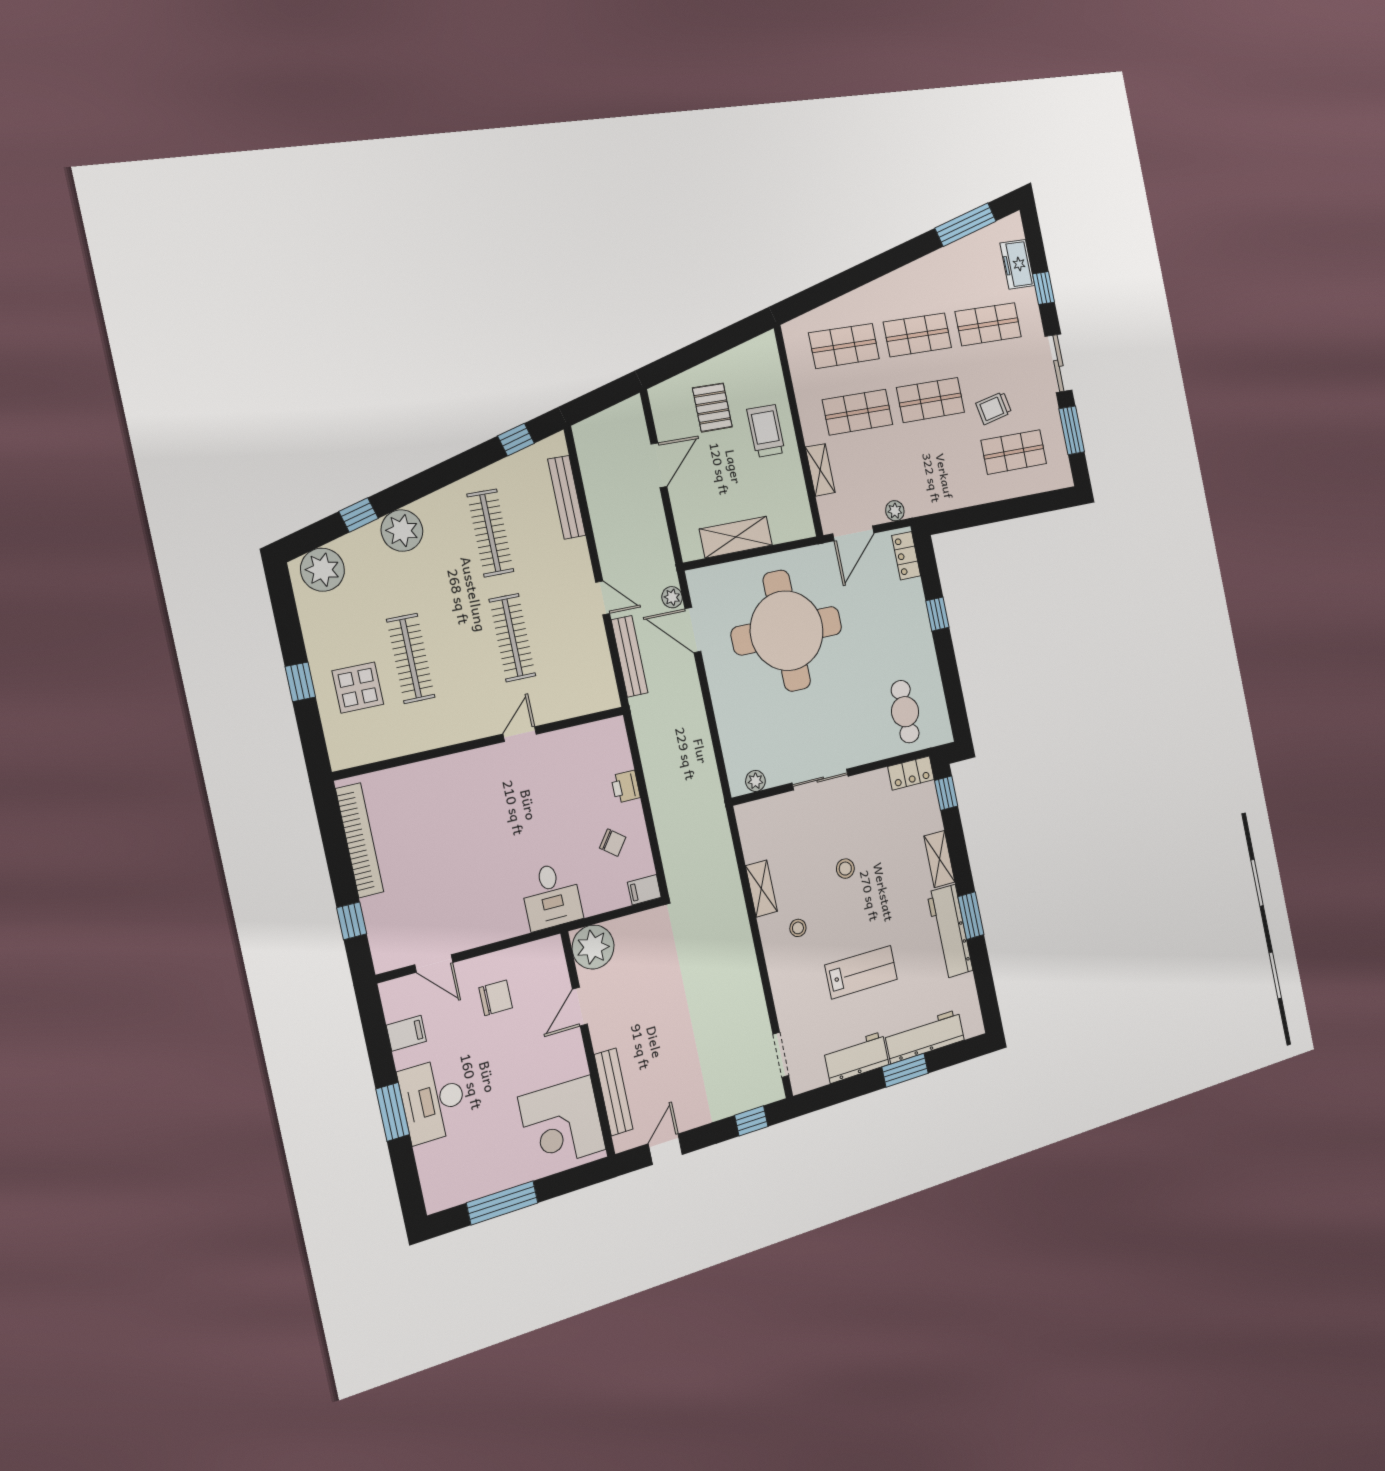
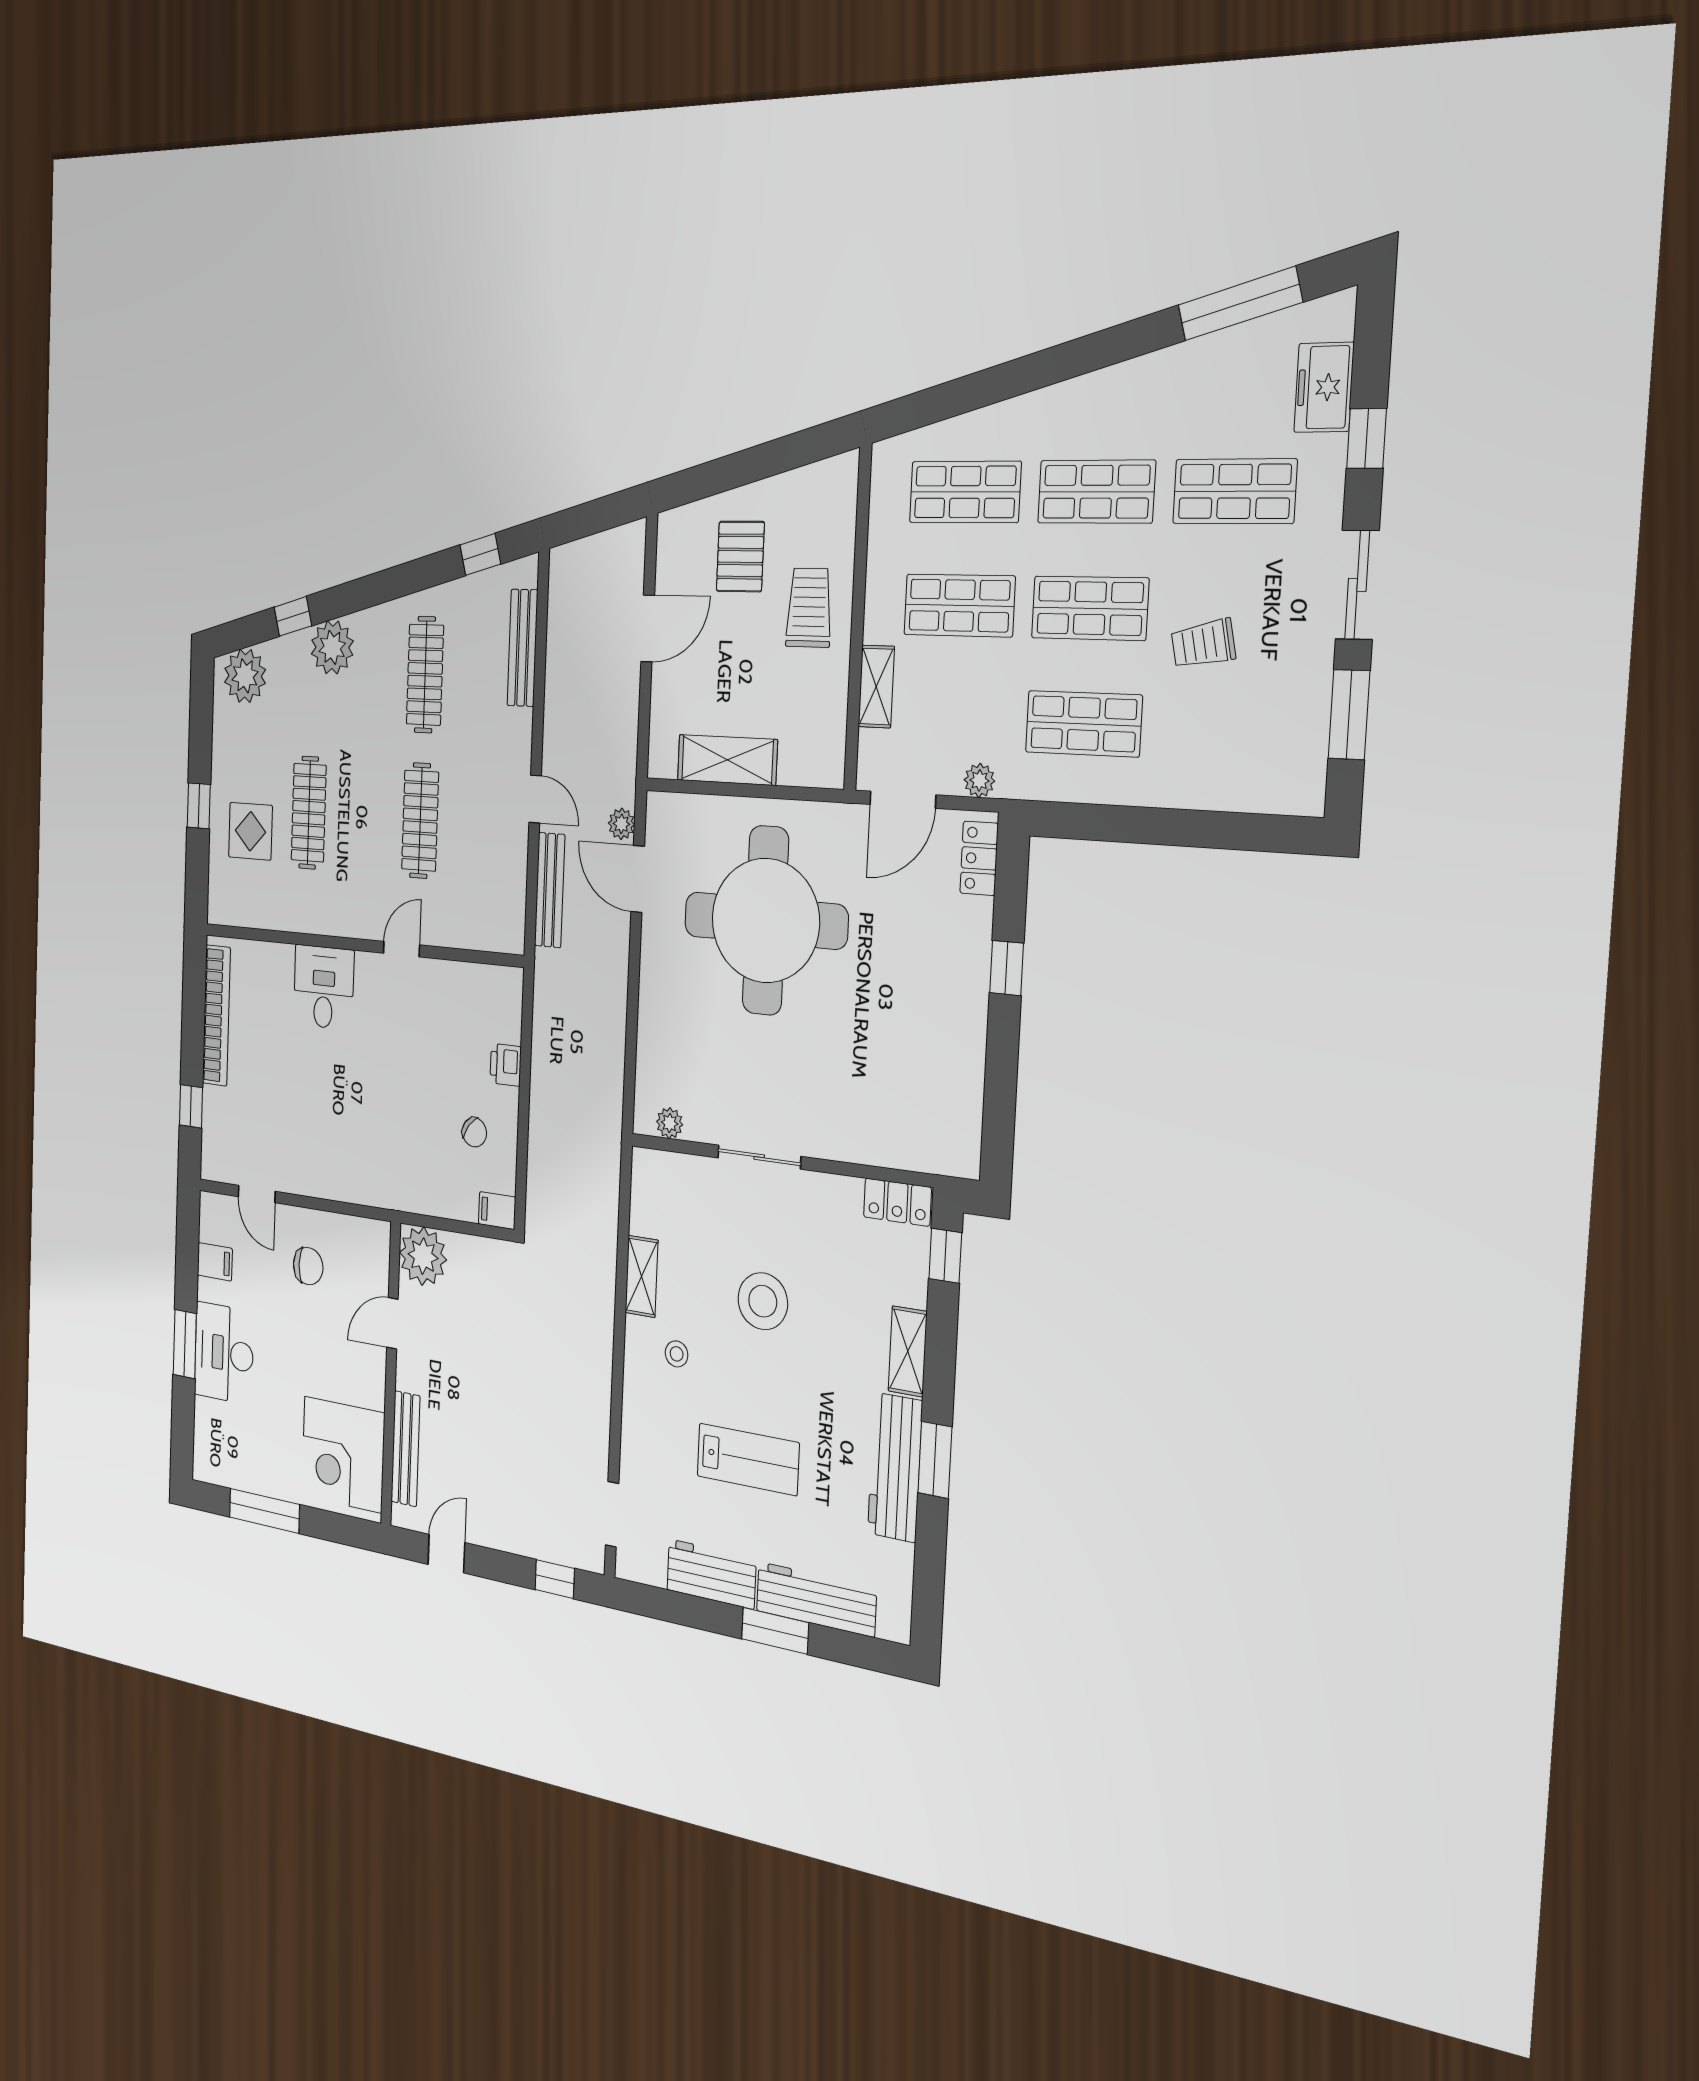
shop shelf: (1014, 452) -> (1084, 724), moved
cafe table: (905, 712) -> (913, 1104), removed
stool: (845, 869) -> (763, 1301), width x1.89, depth x1.89
desk: (551, 896) -> (324, 987), moved, turned 180

